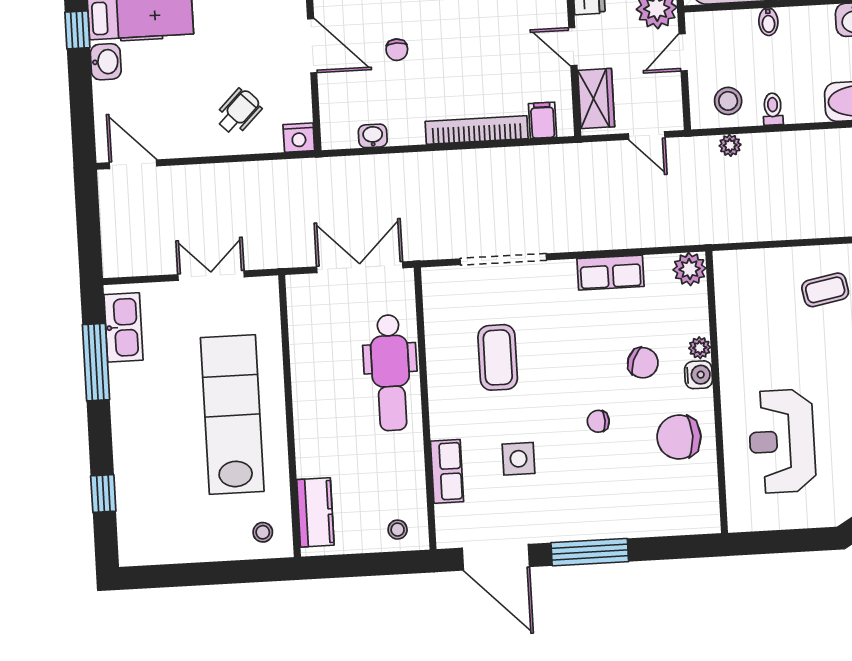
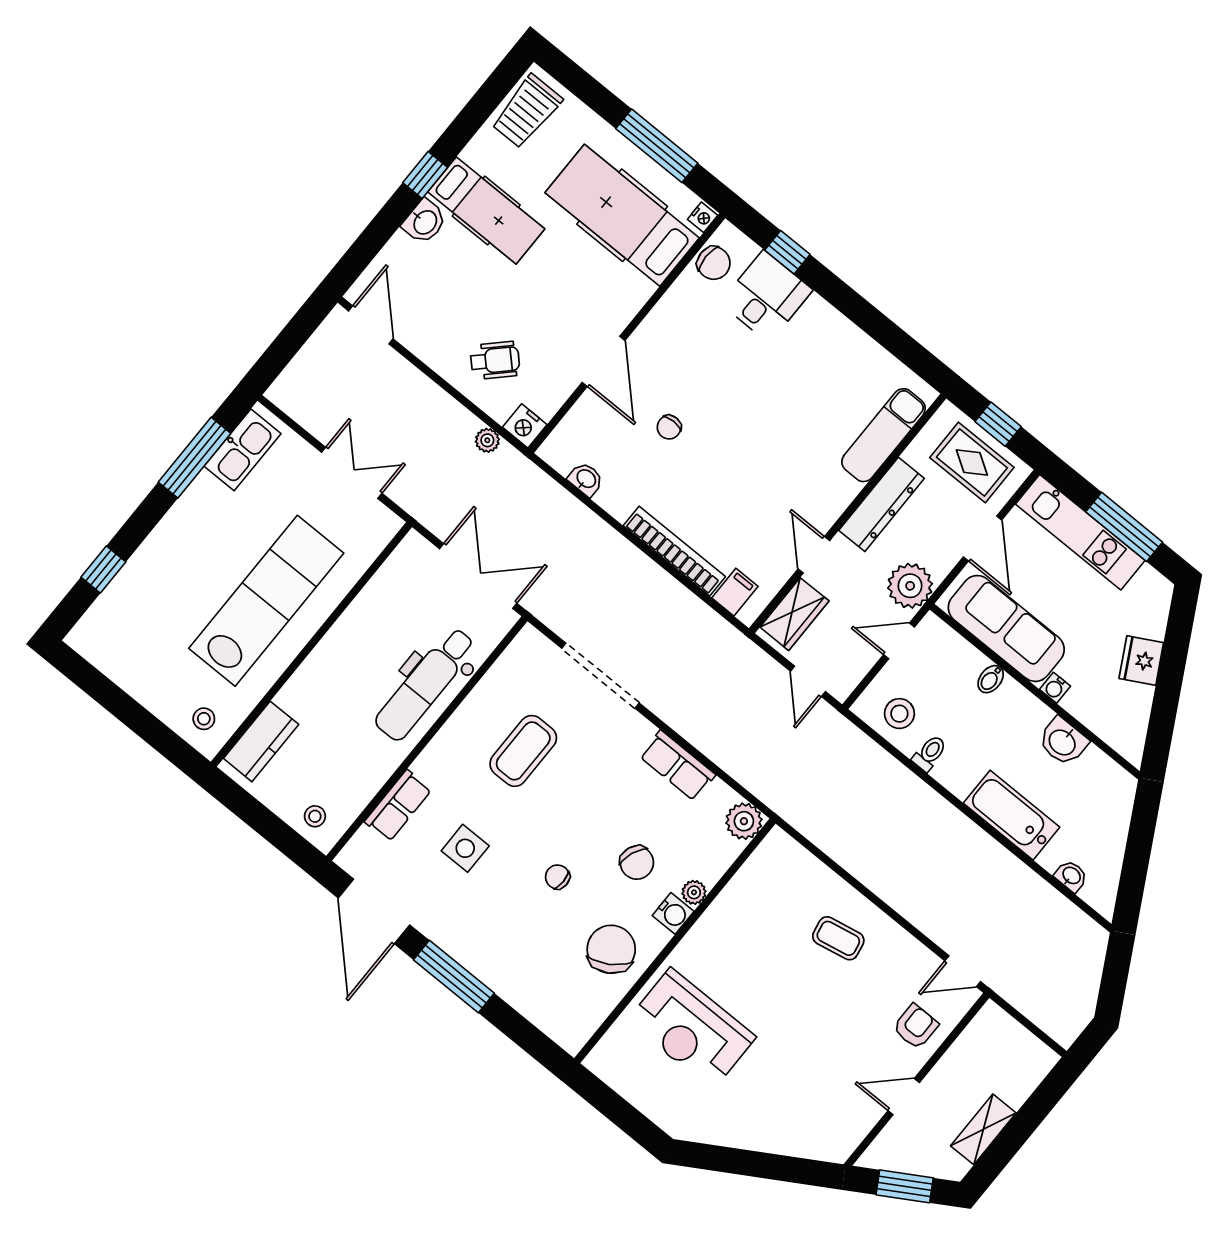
plant: (730, 145) -> (487, 440), moved
chair: (679, 437) -> (611, 949), turned 58
reception desk: (782, 441) -> (692, 1029), turned -90

